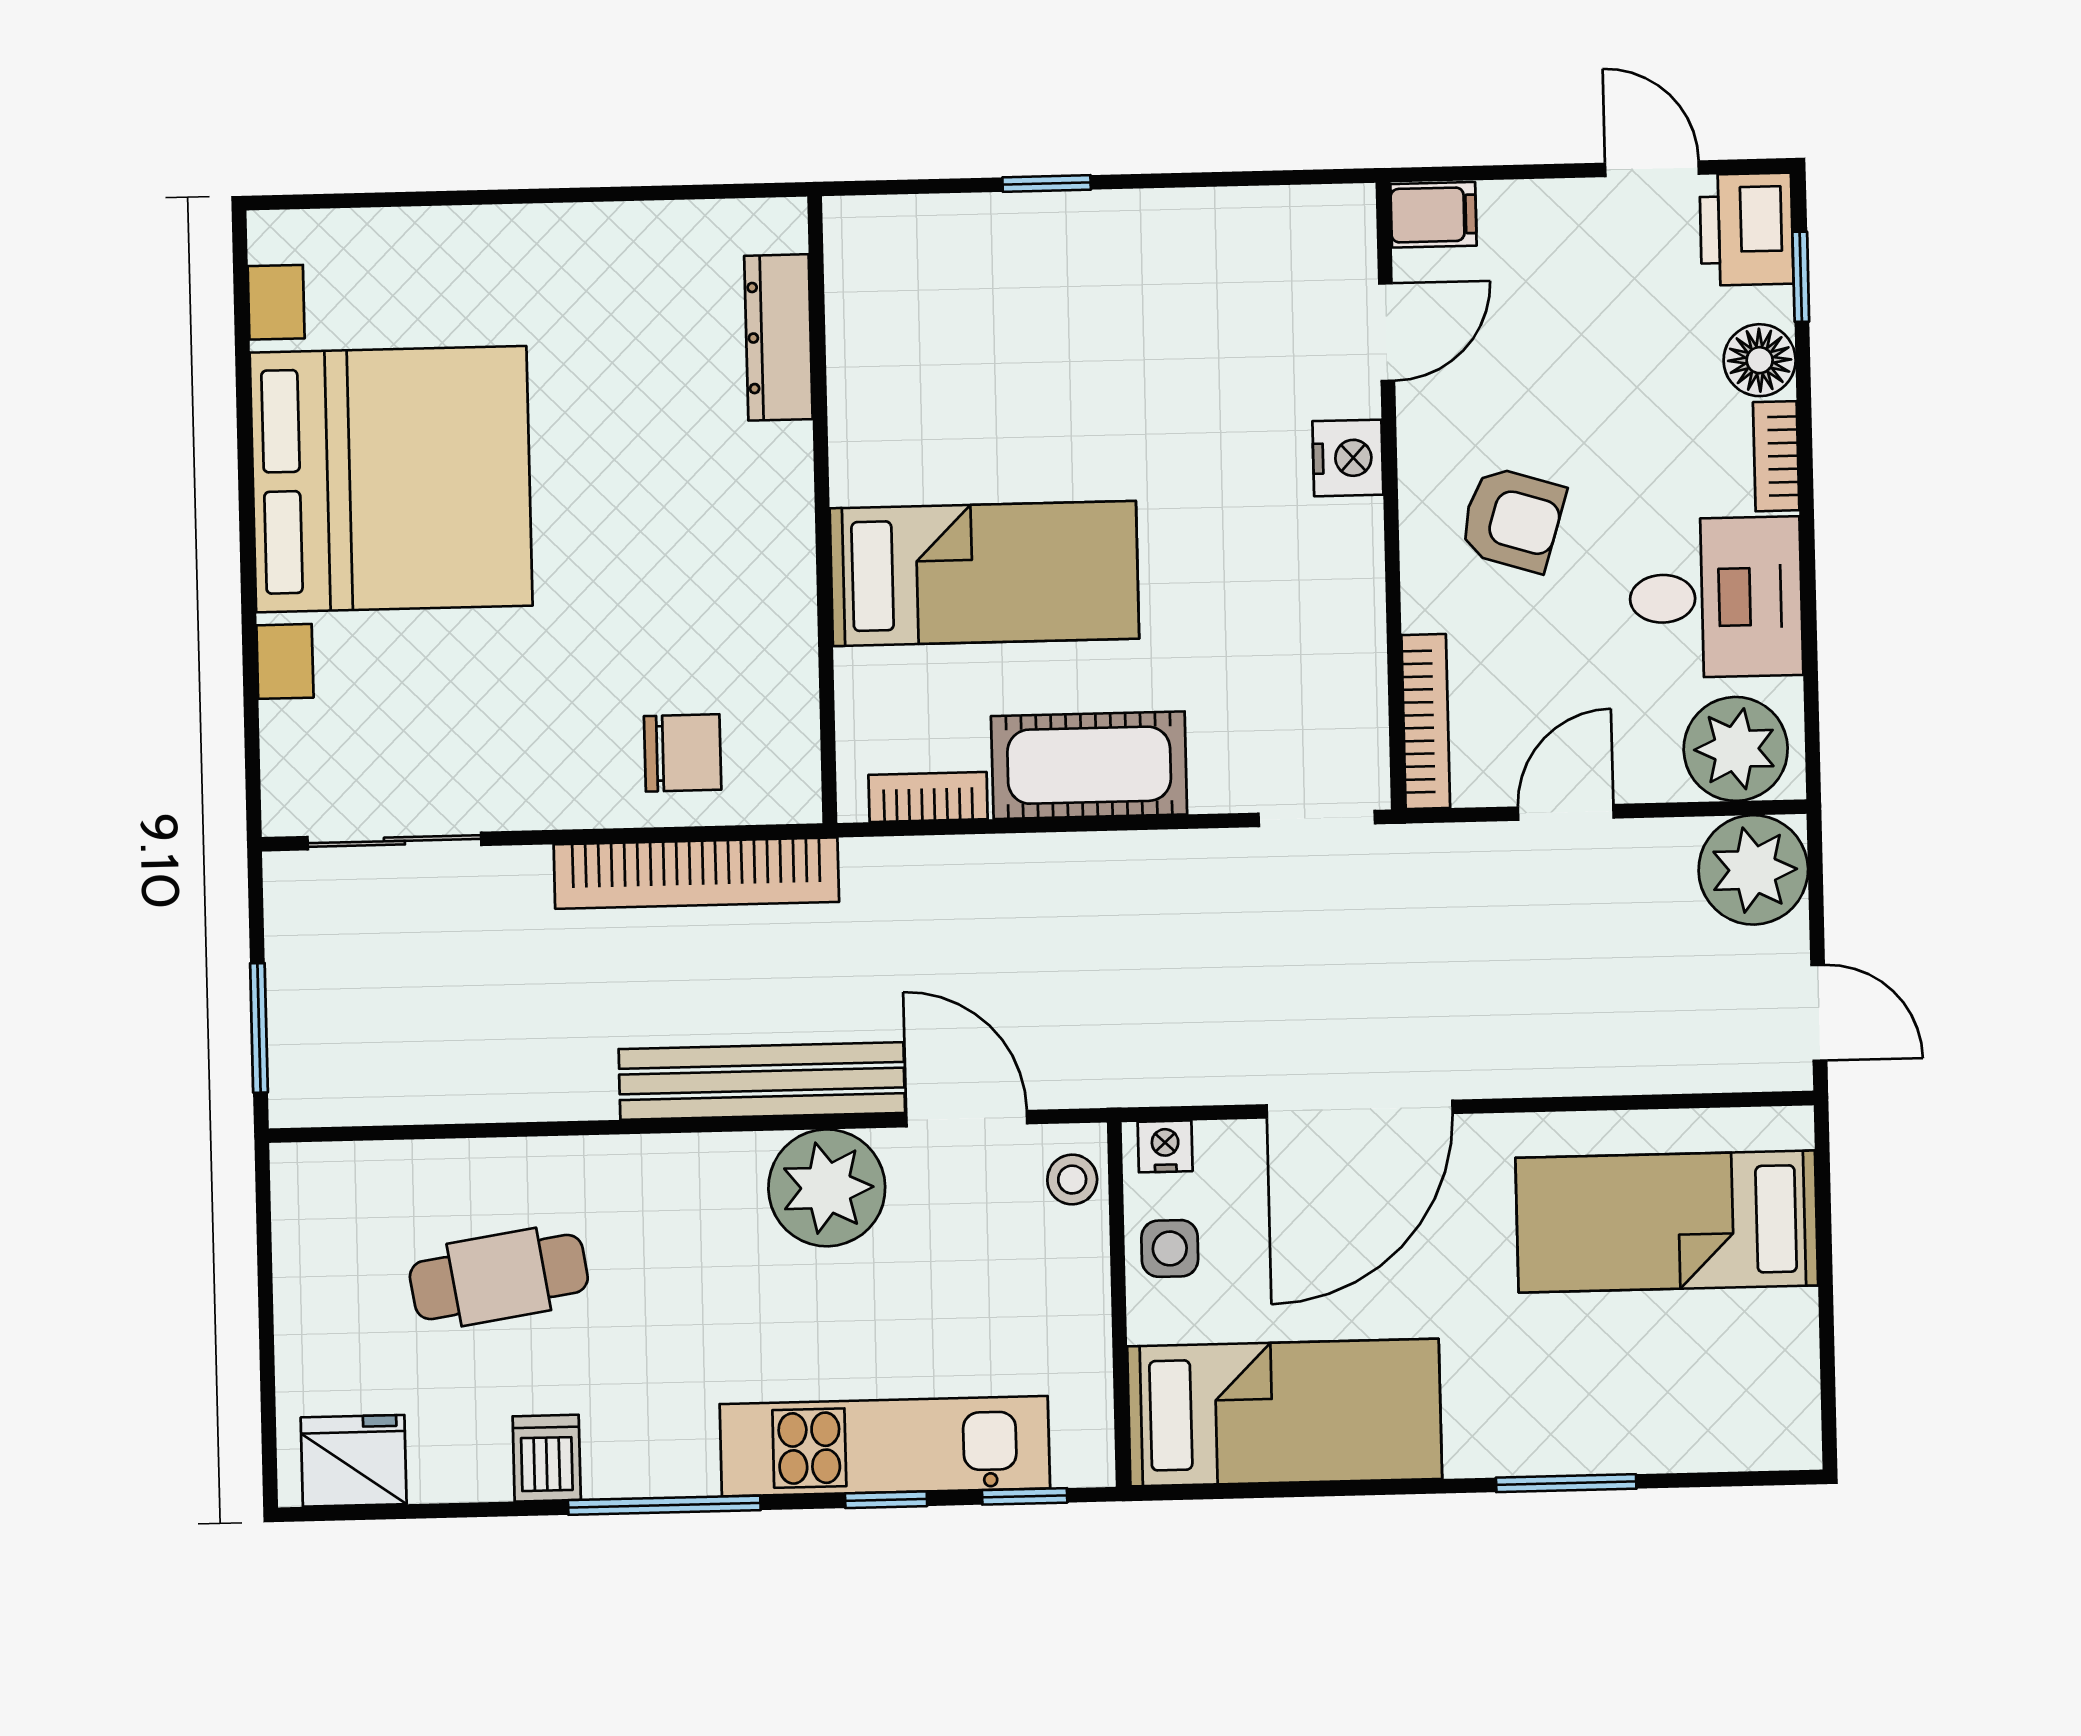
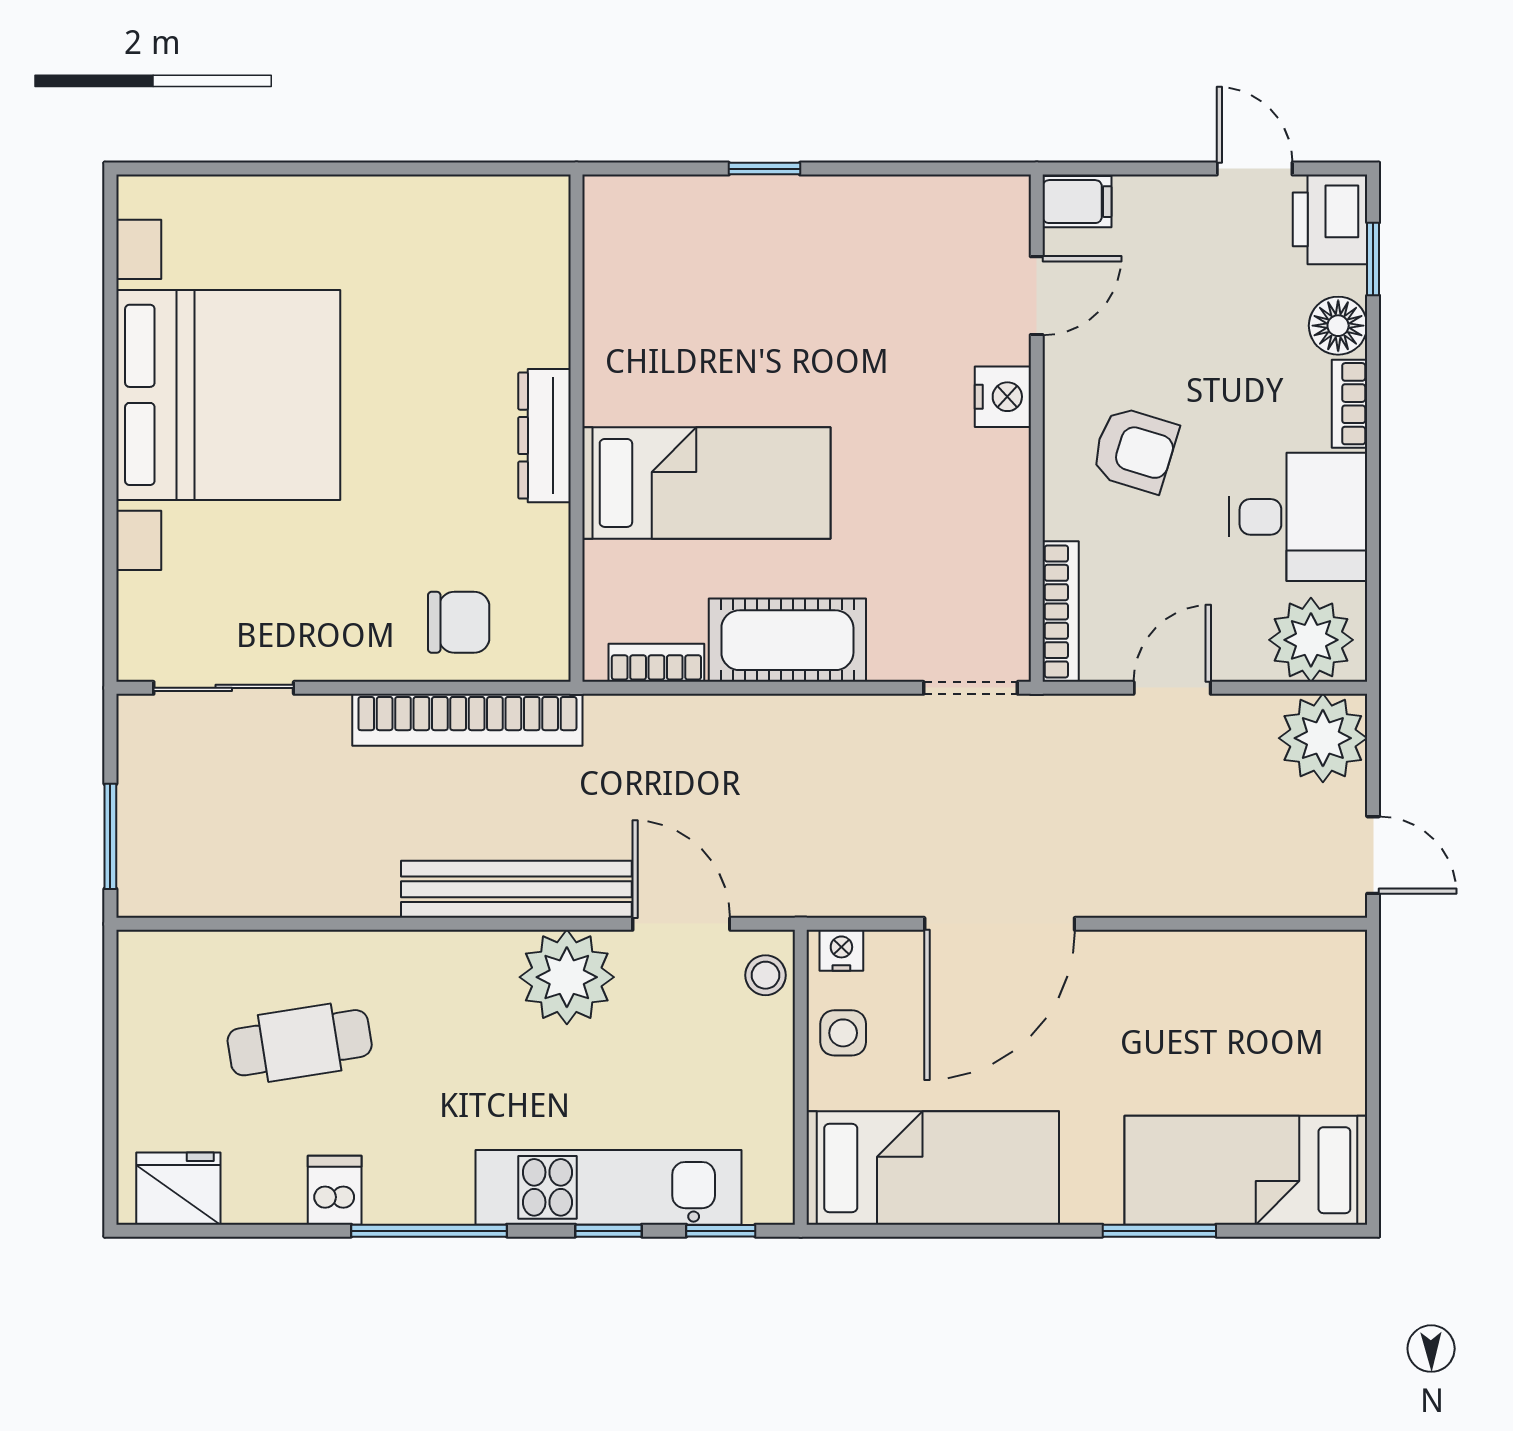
dresser: (778, 337) -> (544, 436), moved
bed: (1667, 1222) -> (1246, 1170), moved

